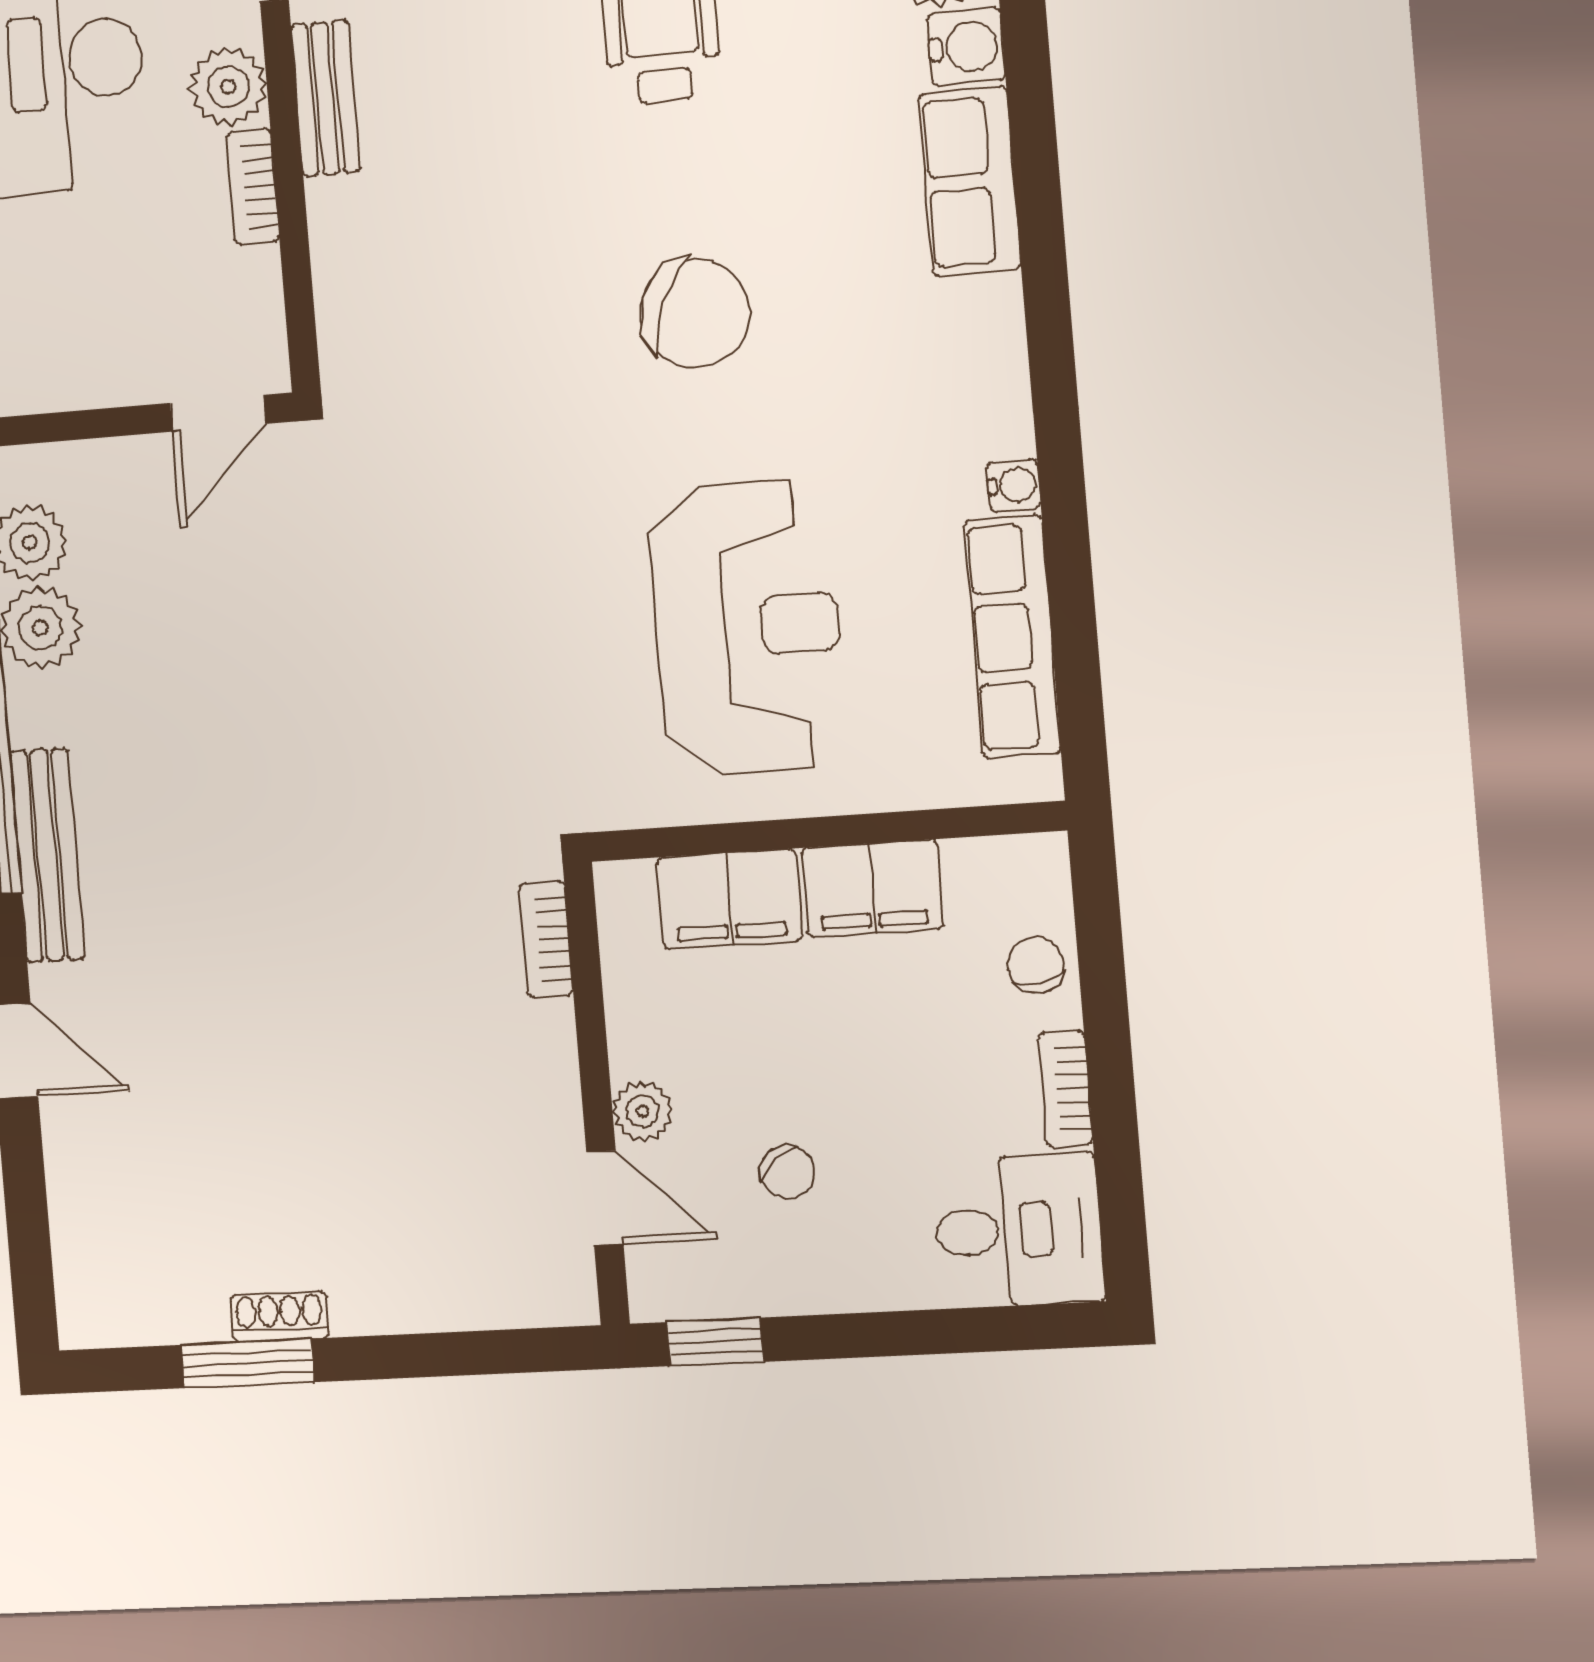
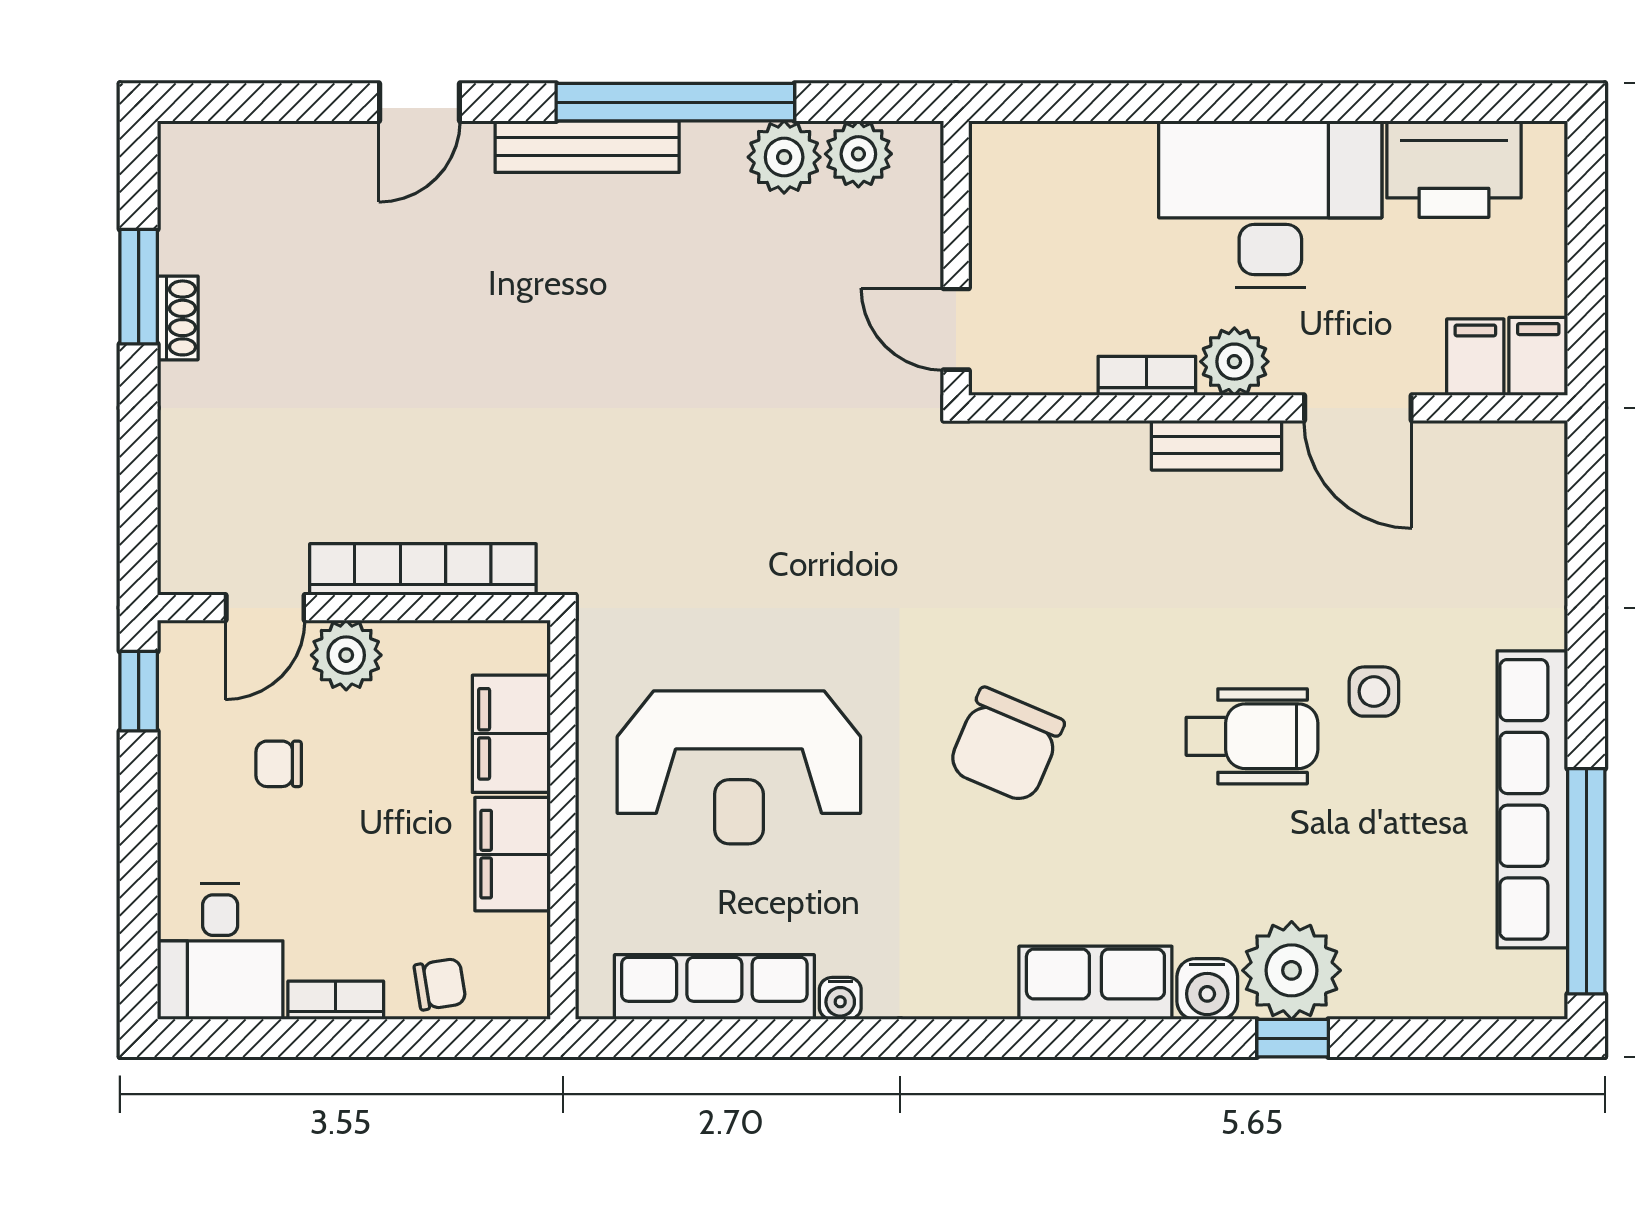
bookcase: (546, 939) -> (423, 569), width x2.31, depth x1.31
plant: (642, 1111) -> (346, 655), width x1.38, depth x1.38
chair: (788, 1172) -> (279, 764), turned 39

